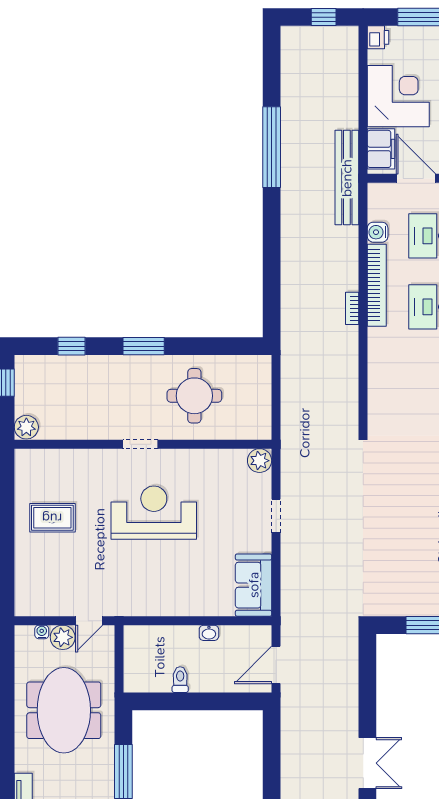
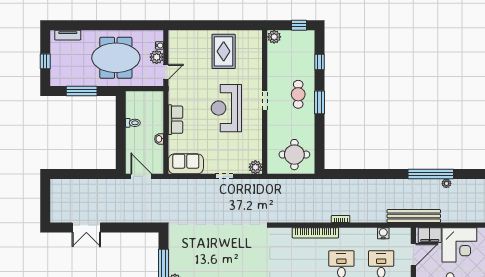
plant: (288, 119) -> (446, 183), added
bookcase: (377, 285) -> (315, 233), moved
cafe table: (129, 384) -> (298, 94), added
round table: (194, 396) -> (294, 155), moved
reception desk: (154, 513) -> (226, 108), turned 180
rug: (52, 518) -> (224, 51), width x1.36, depth x1.43
row of seats: (175, 604) -> (176, 120), added
door: (89, 621) -> (166, 72), swing flipped

